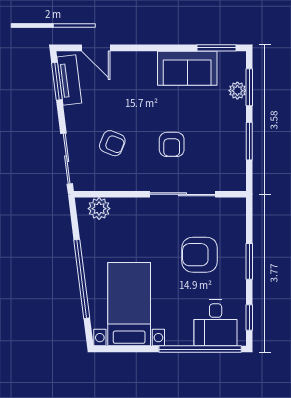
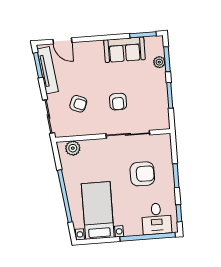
tv unit: (69, 80) -> (48, 70), width x1.41
armchair: (200, 255) -> (142, 174), turned 180

